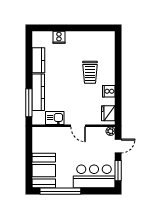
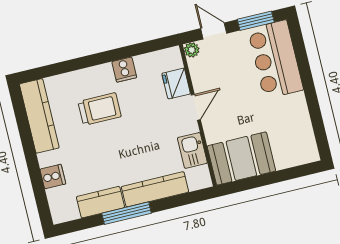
kitchen counter: (94, 38) -> (39, 116), added
window: (29, 103) -> (127, 213), moved
fridge: (108, 113) -> (176, 84), moved, turned 90
booth: (44, 171) -> (241, 158), moved
window: (60, 191) -> (315, 111), removed

